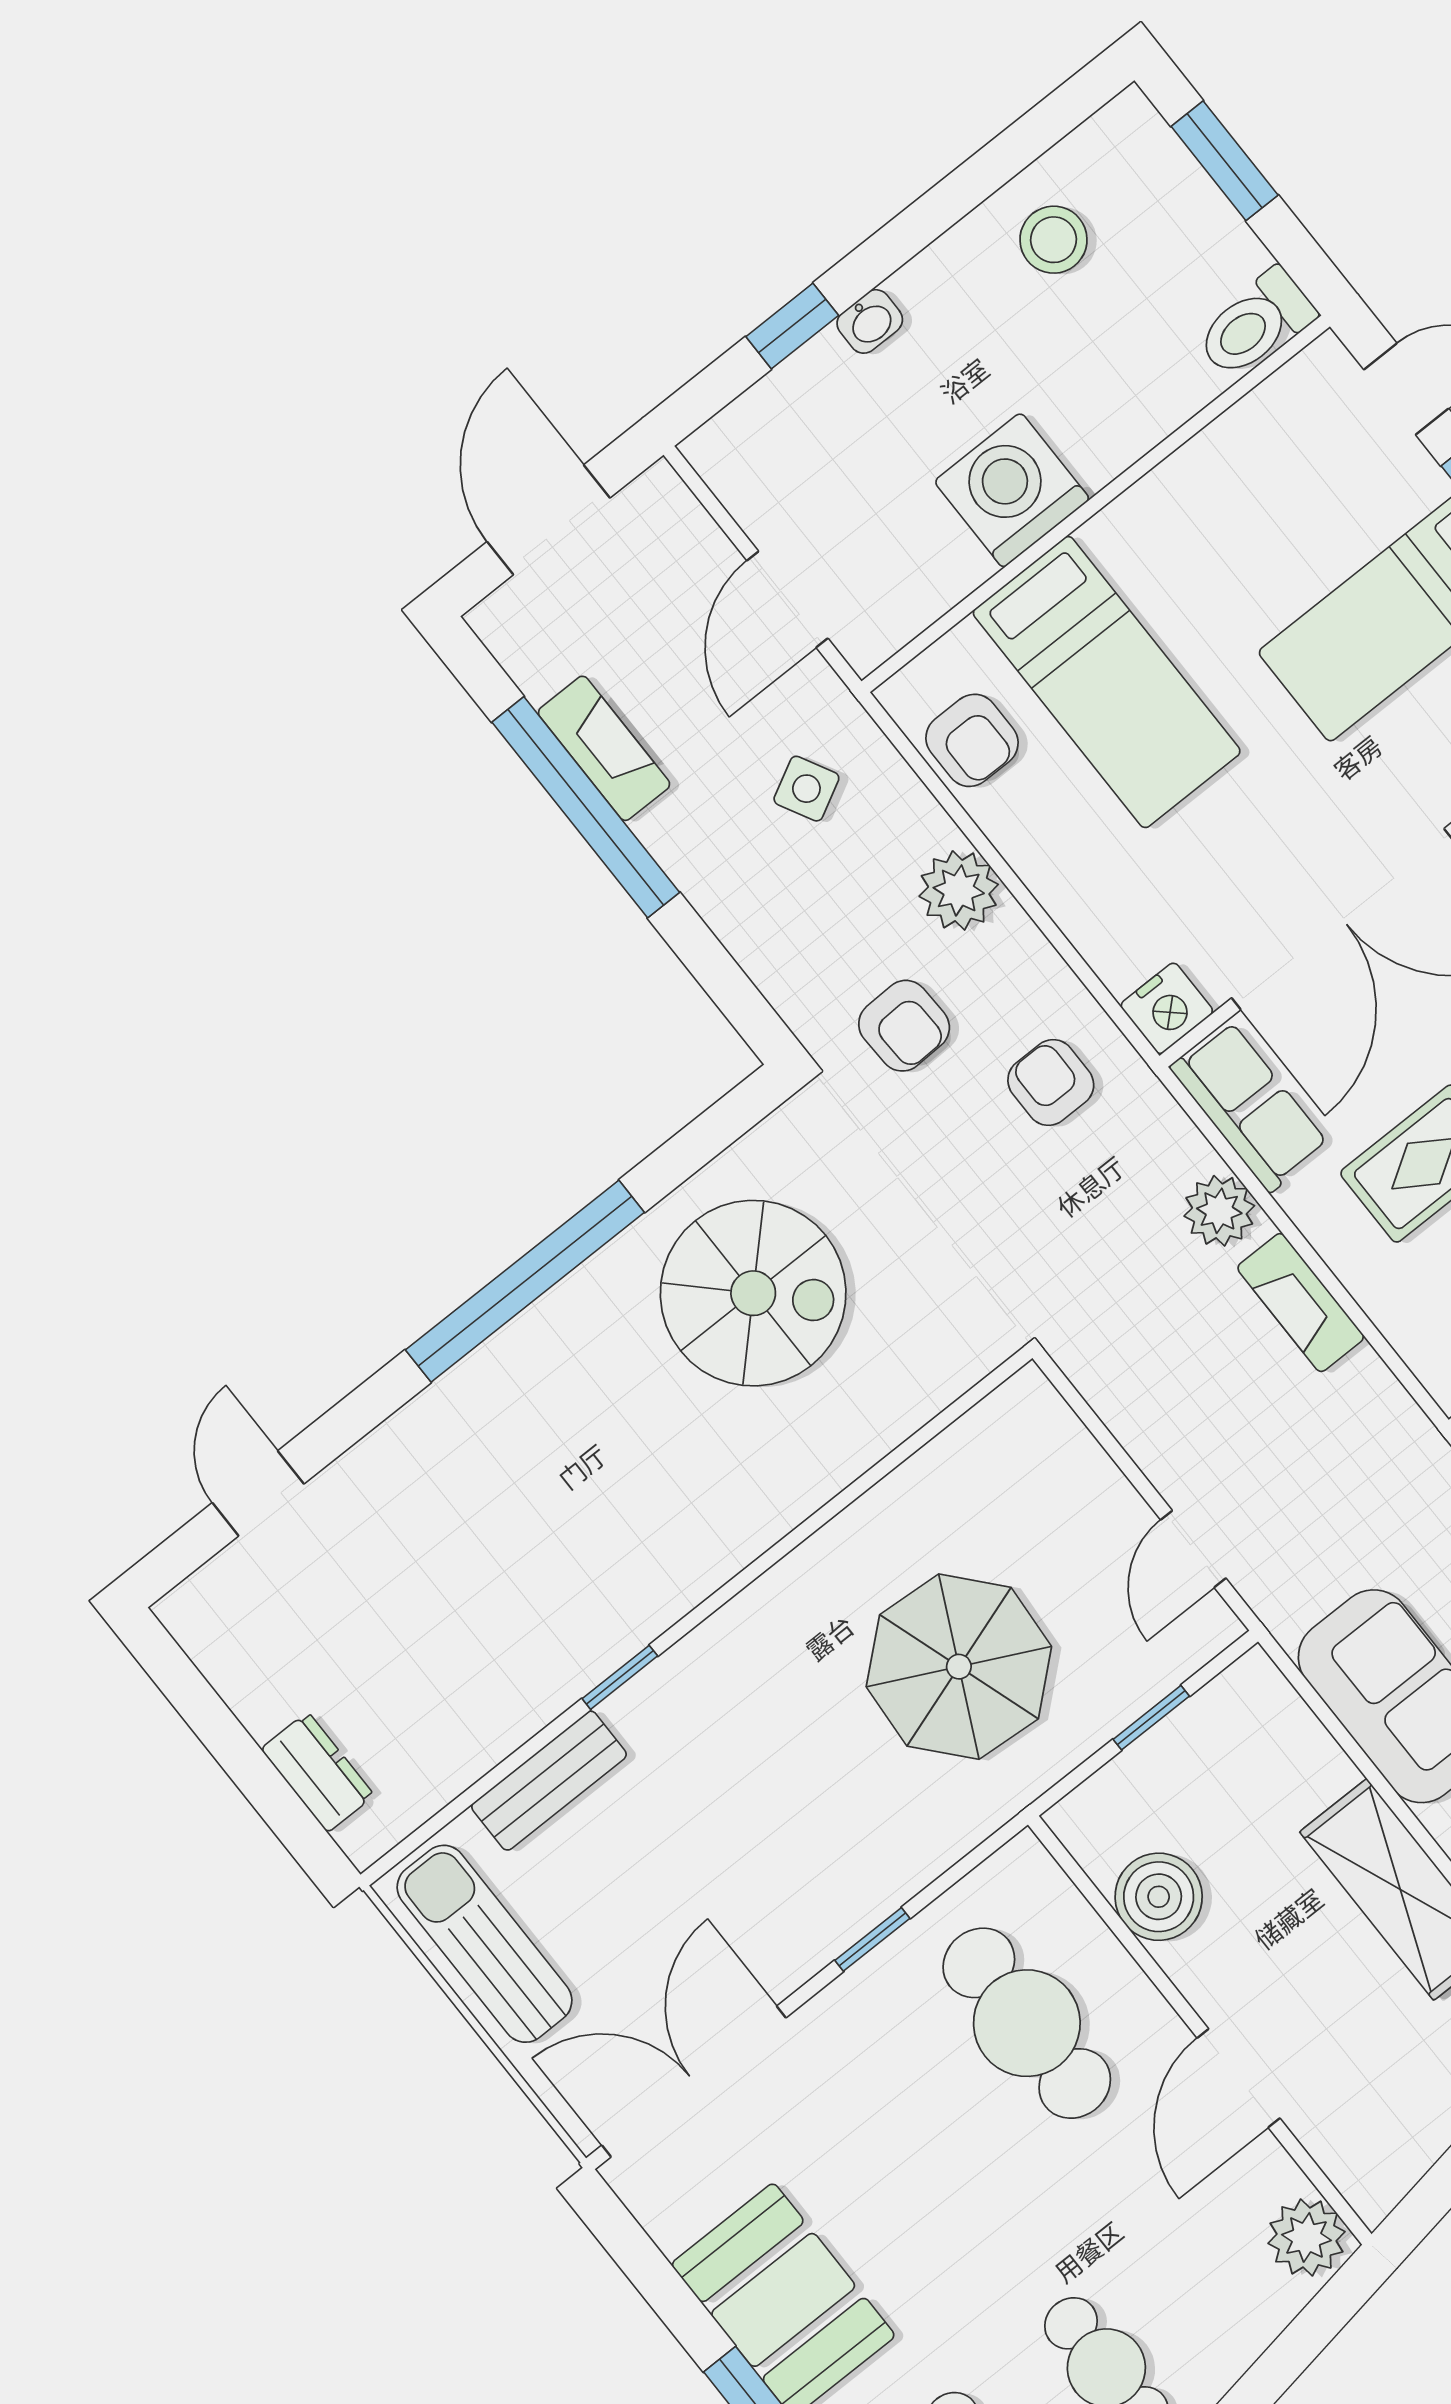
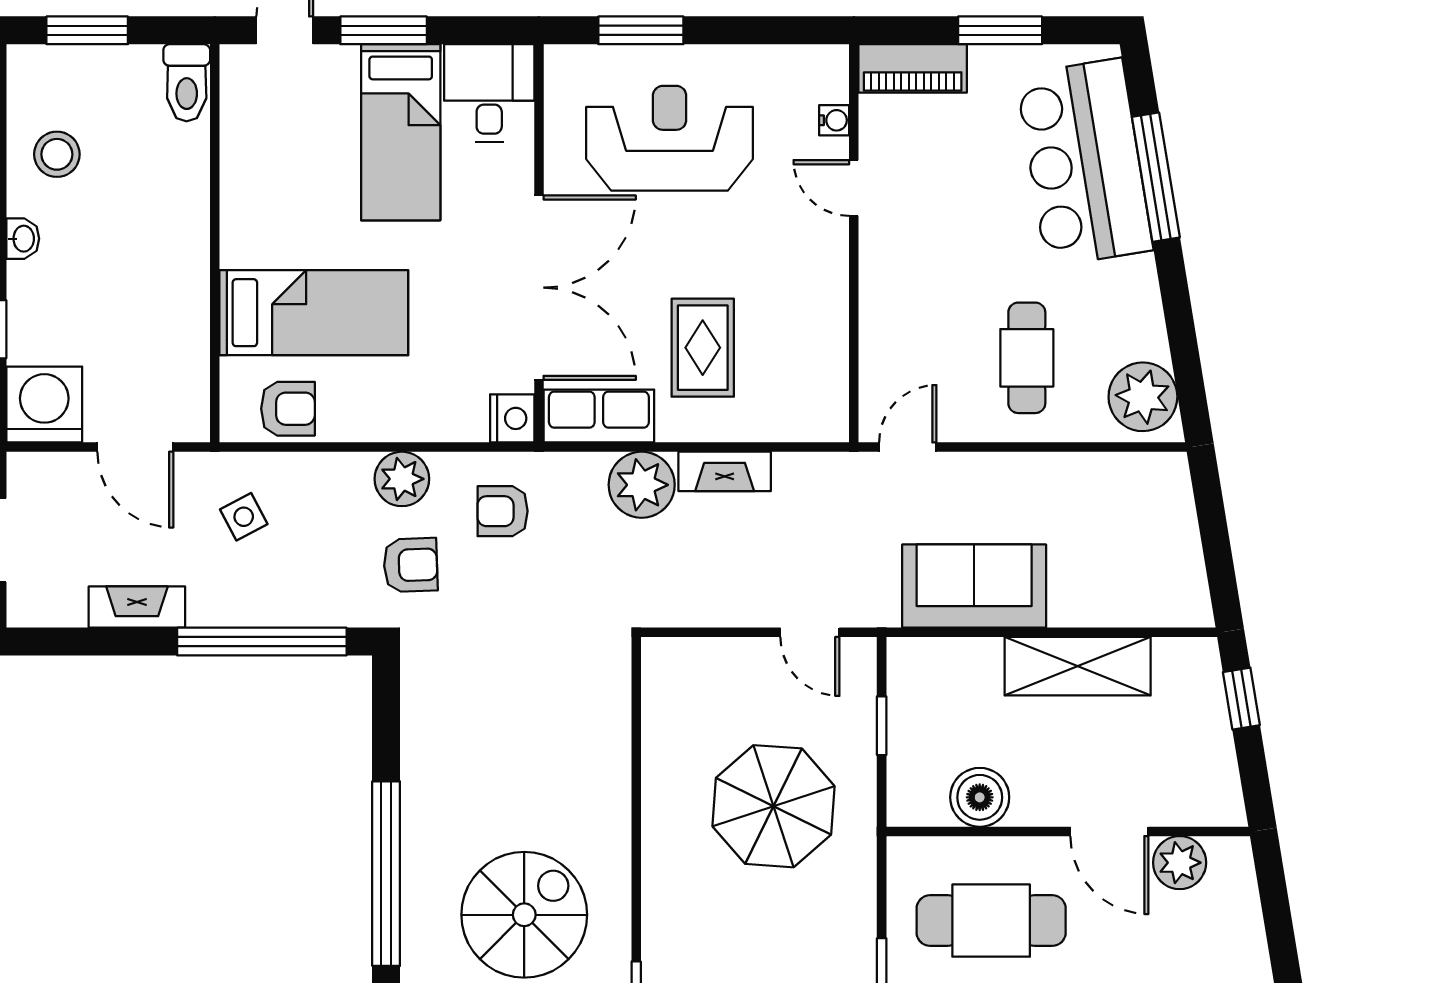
washbasin: (870, 321) -> (23, 239), moved
washing machine: (1012, 490) -> (44, 405), moved, turned 90
window: (586, 807) -> (262, 642), moved
plant: (959, 890) -> (402, 479), moved
plant: (1219, 1211) -> (642, 485), width x1.36, depth x1.36
spiral stairs: (753, 1293) -> (524, 915), moved
plant: (1306, 2237) -> (1180, 863), moved

